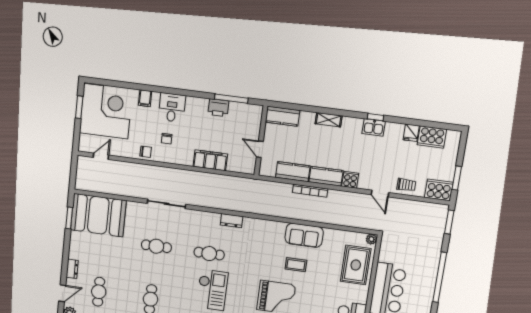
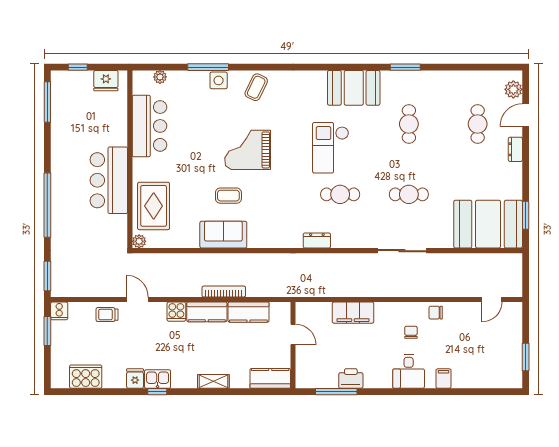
corner desk: (106, 111) -> (491, 356), removed
fridge: (411, 133) -> (135, 379), moved
cooker: (439, 190) -> (59, 311), width x0.53, depth x0.76

